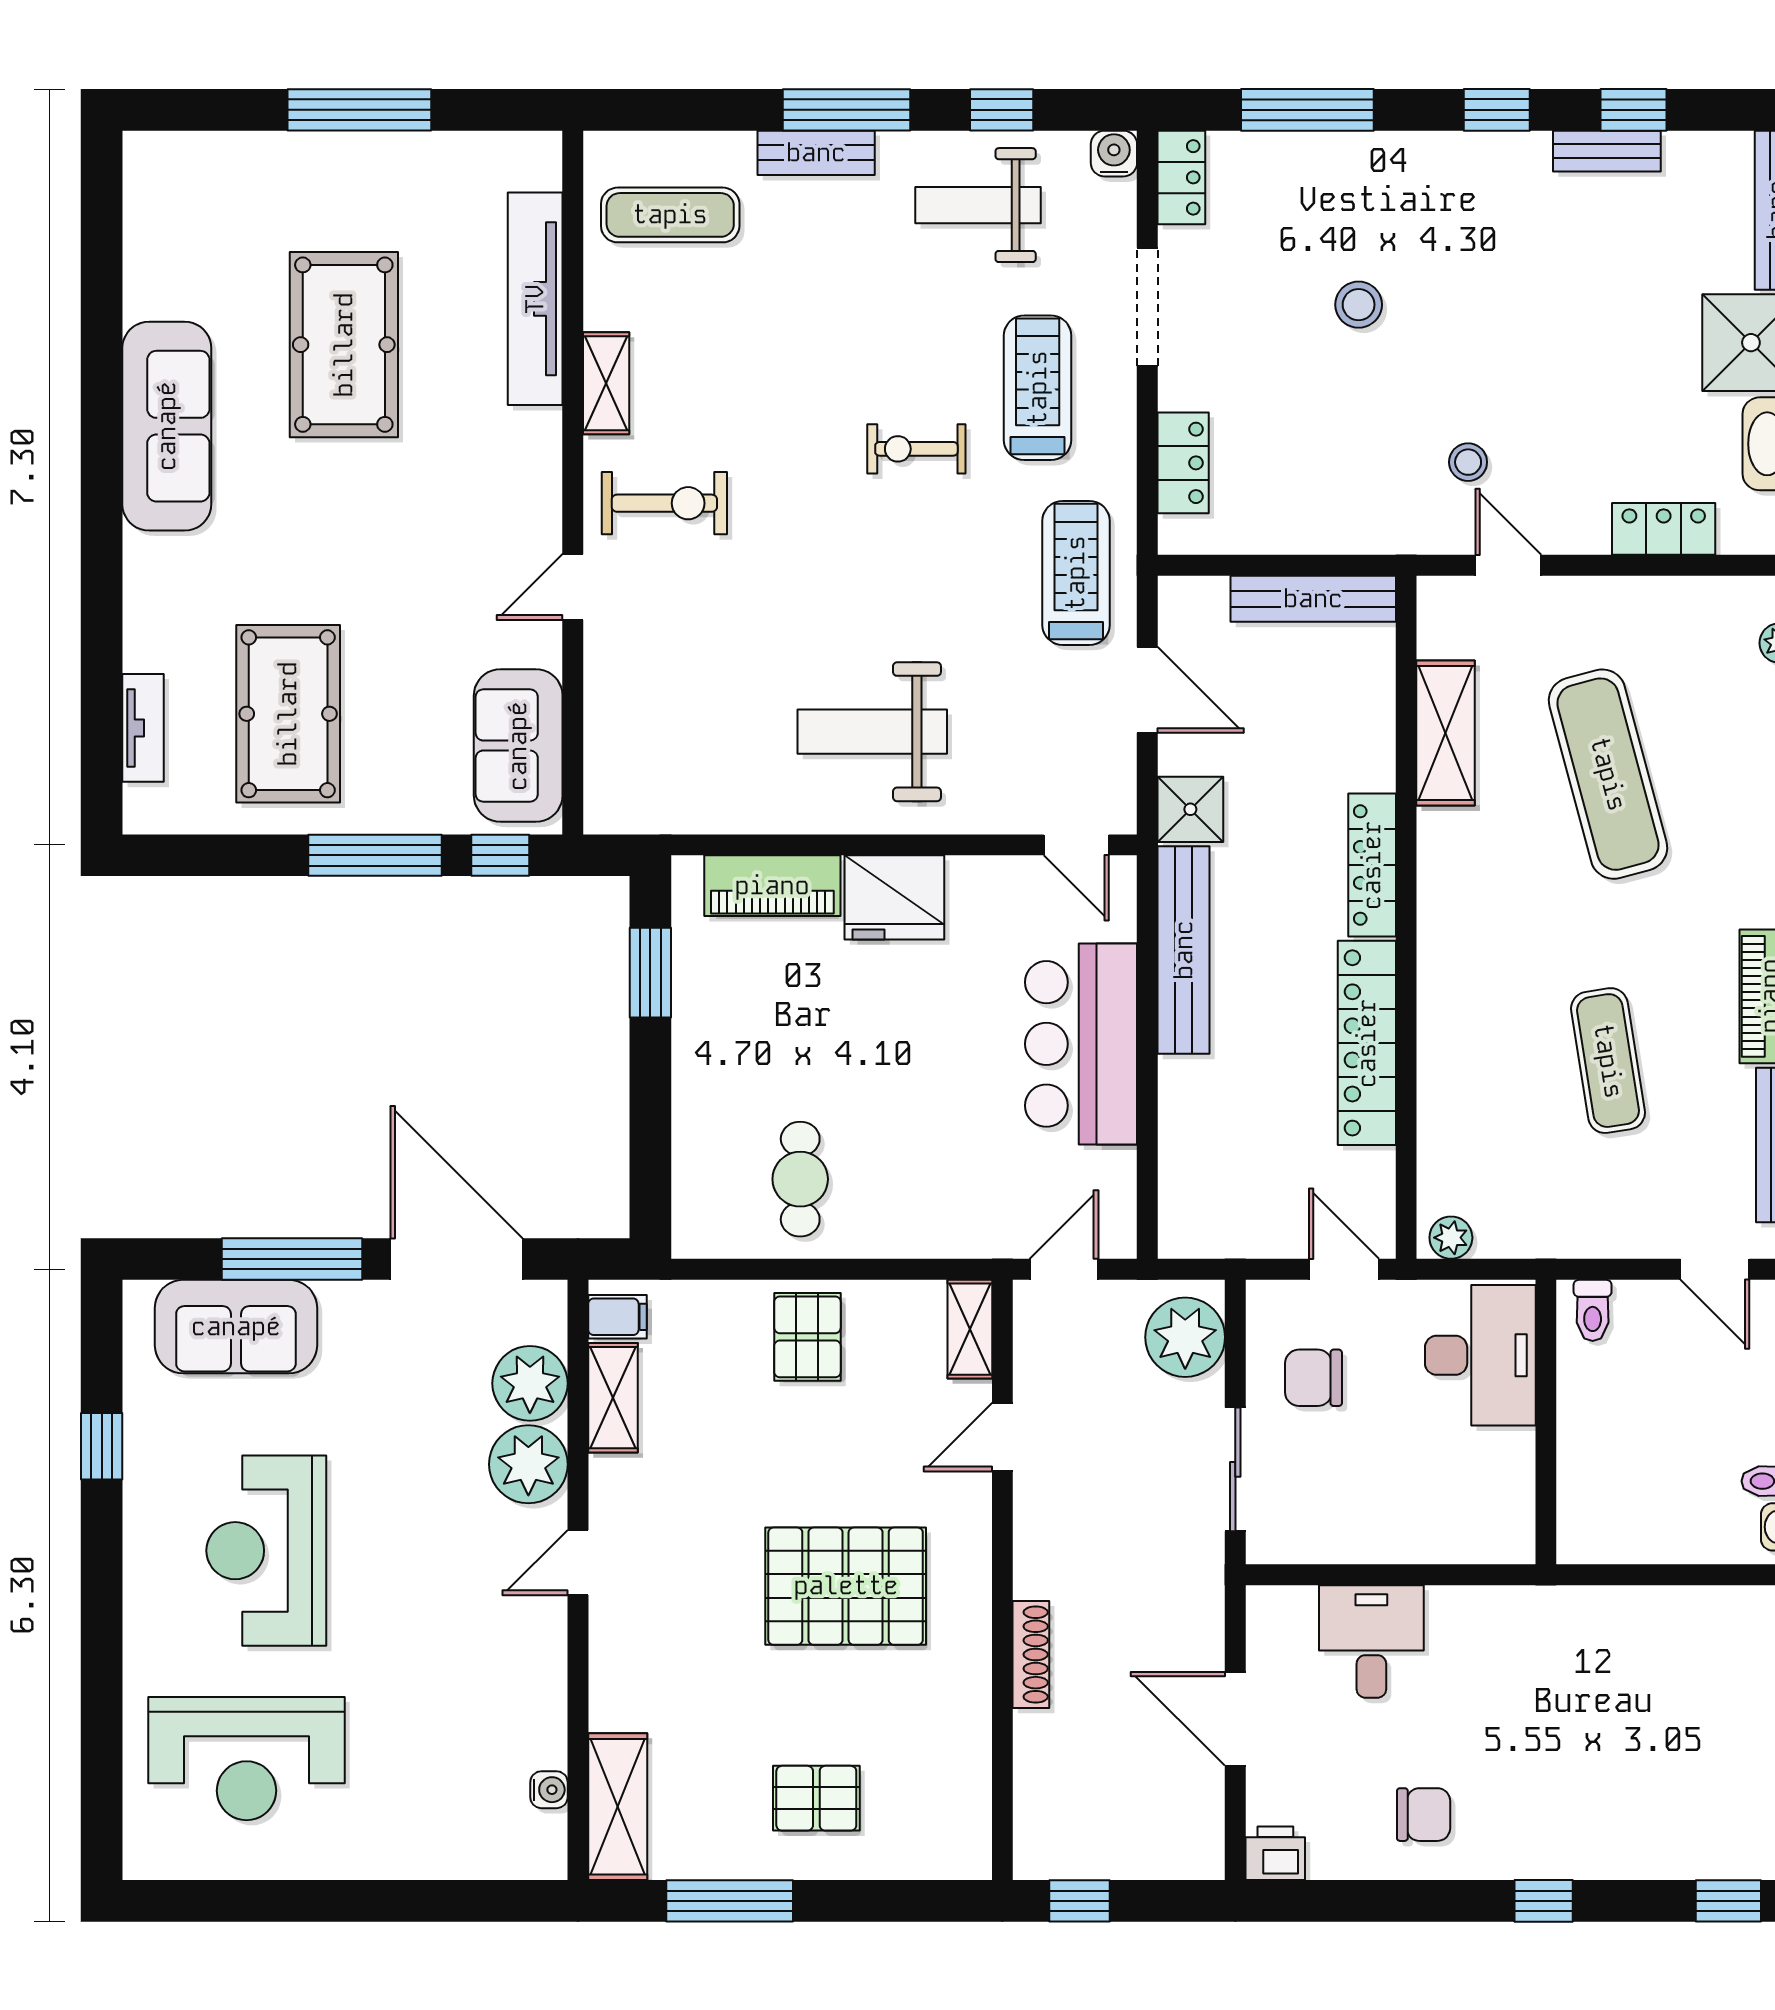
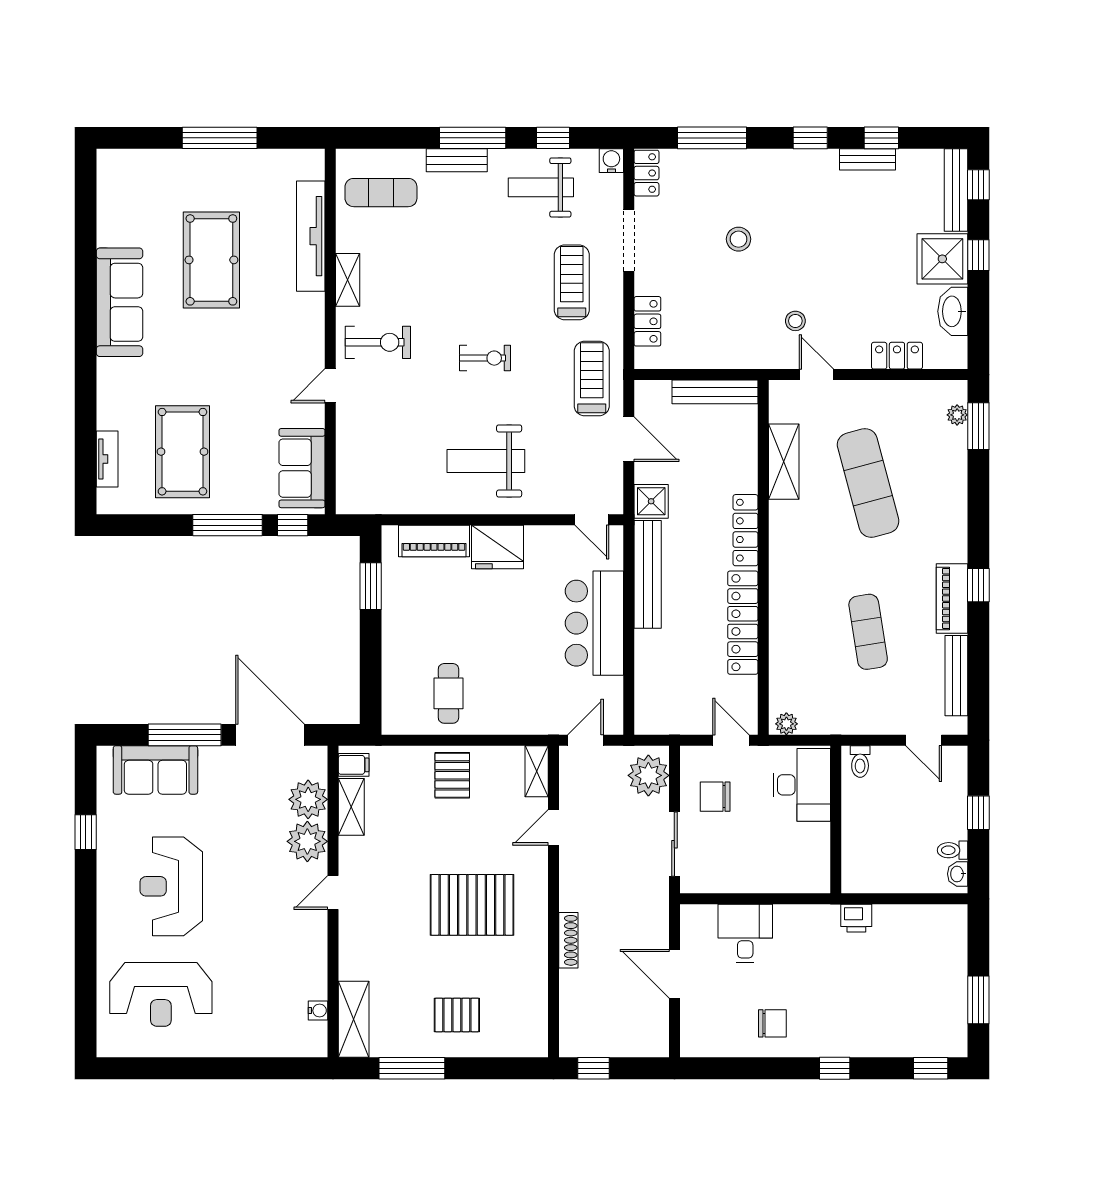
exercise bike: (916, 449) -> (485, 358), moved, turned 180
printer: (1275, 1853) -> (856, 918), moved, turned 180

